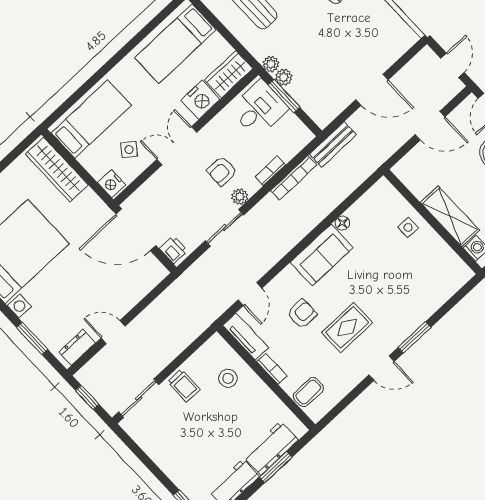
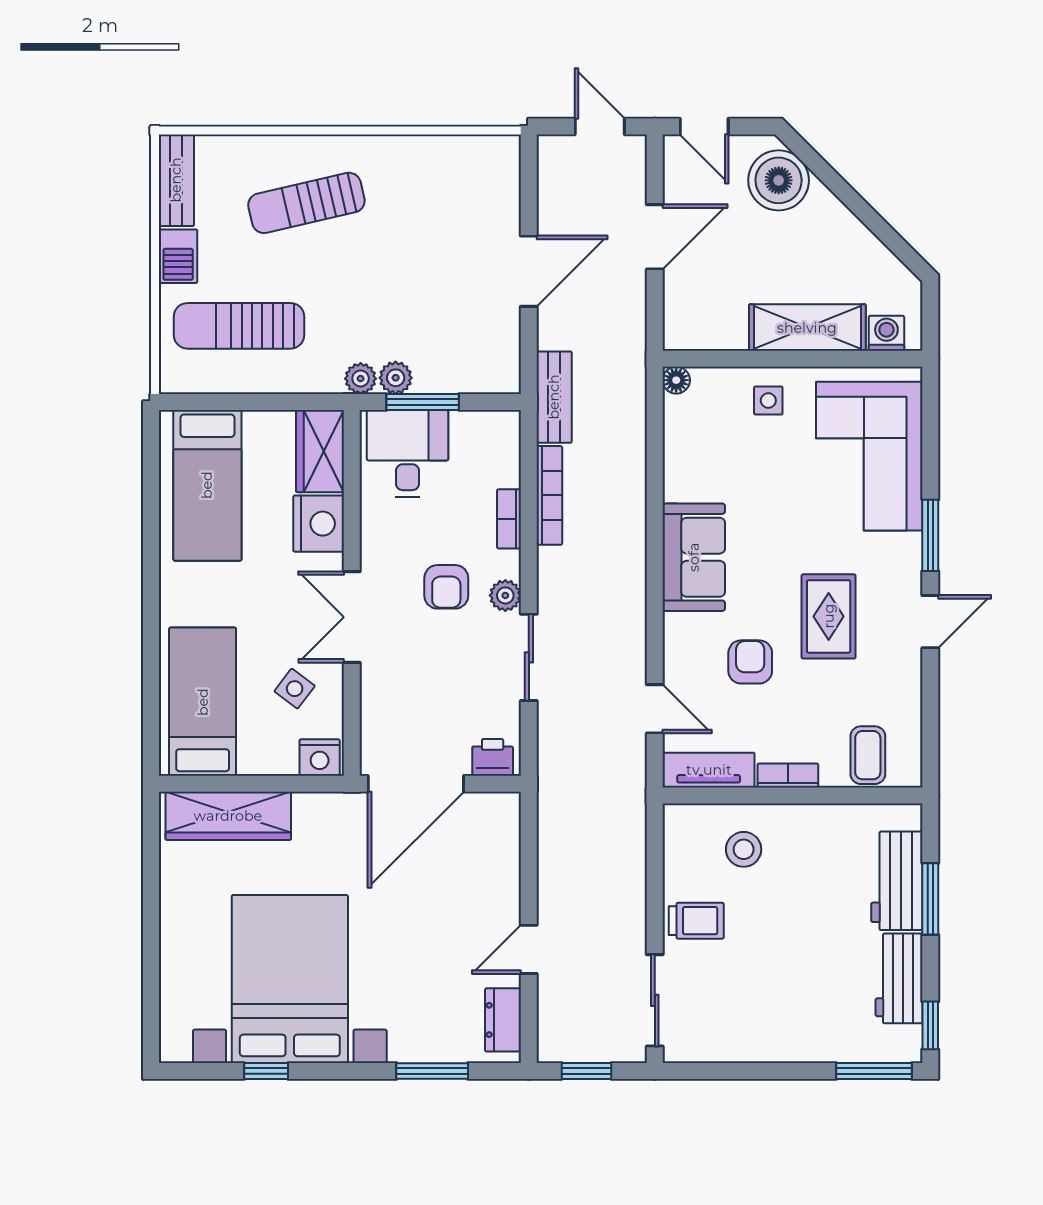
floor lamp: (342, 223) -> (676, 380), moved
corner sofa: (423, 286) -> (869, 456), added

